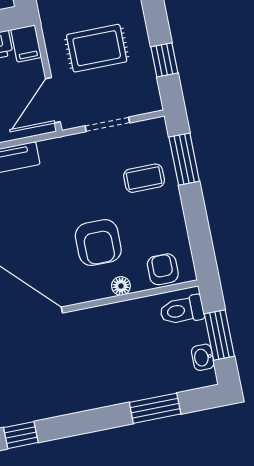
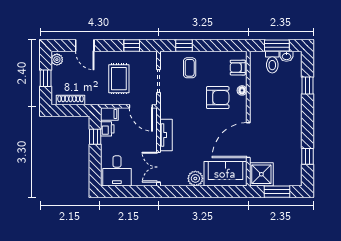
window: (184, 159) -> (184, 45), width x0.67
toilet: (182, 310) -> (272, 62), moved
window: (155, 408) -> (307, 86), width x0.67

